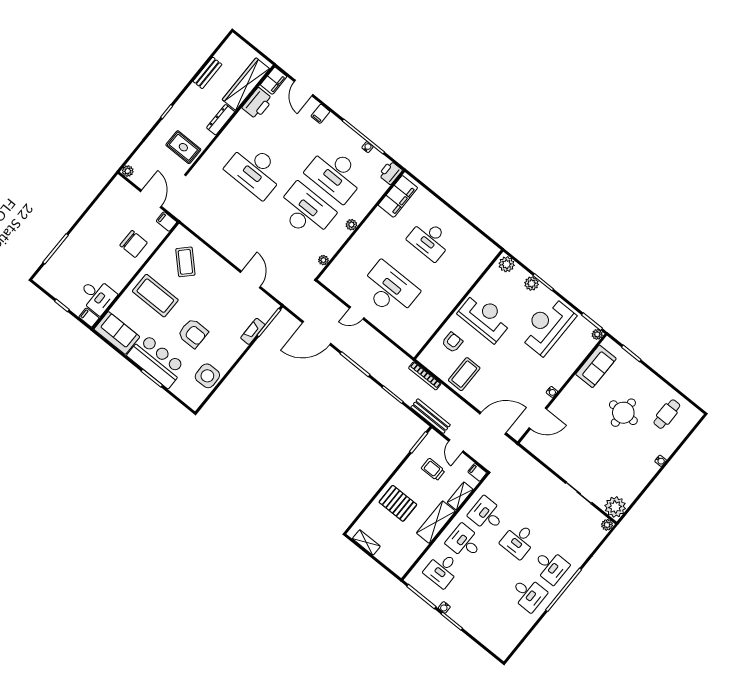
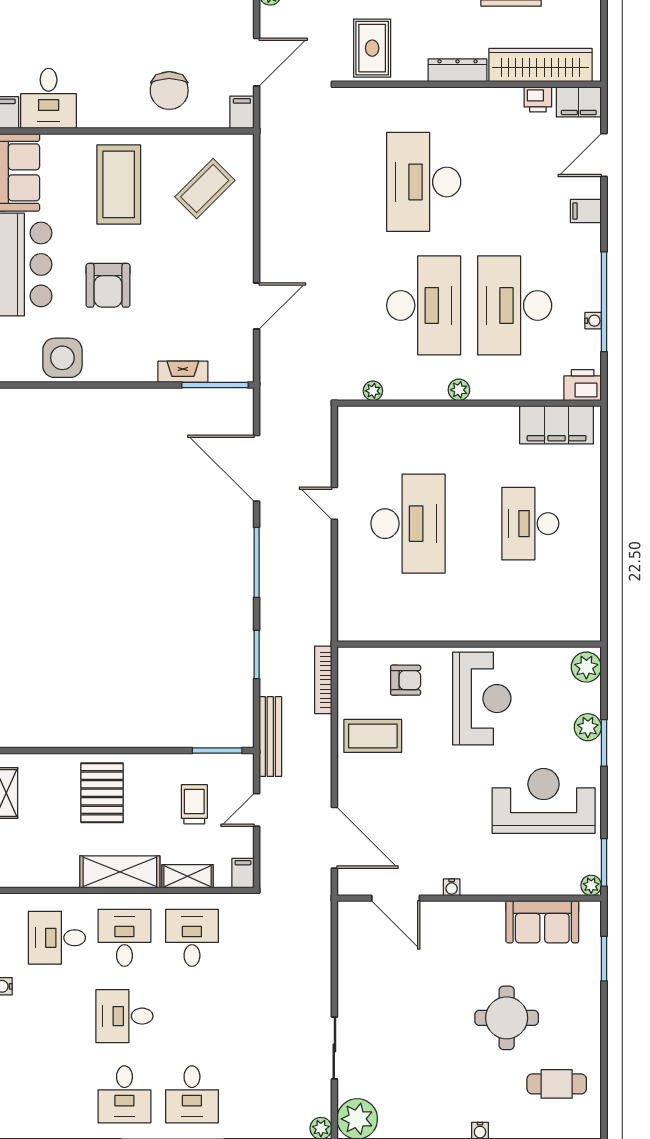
printer: (258, 103) -> (538, 99), width x0.53, depth x0.68
desk: (519, 540) -> (124, 1016), moved

